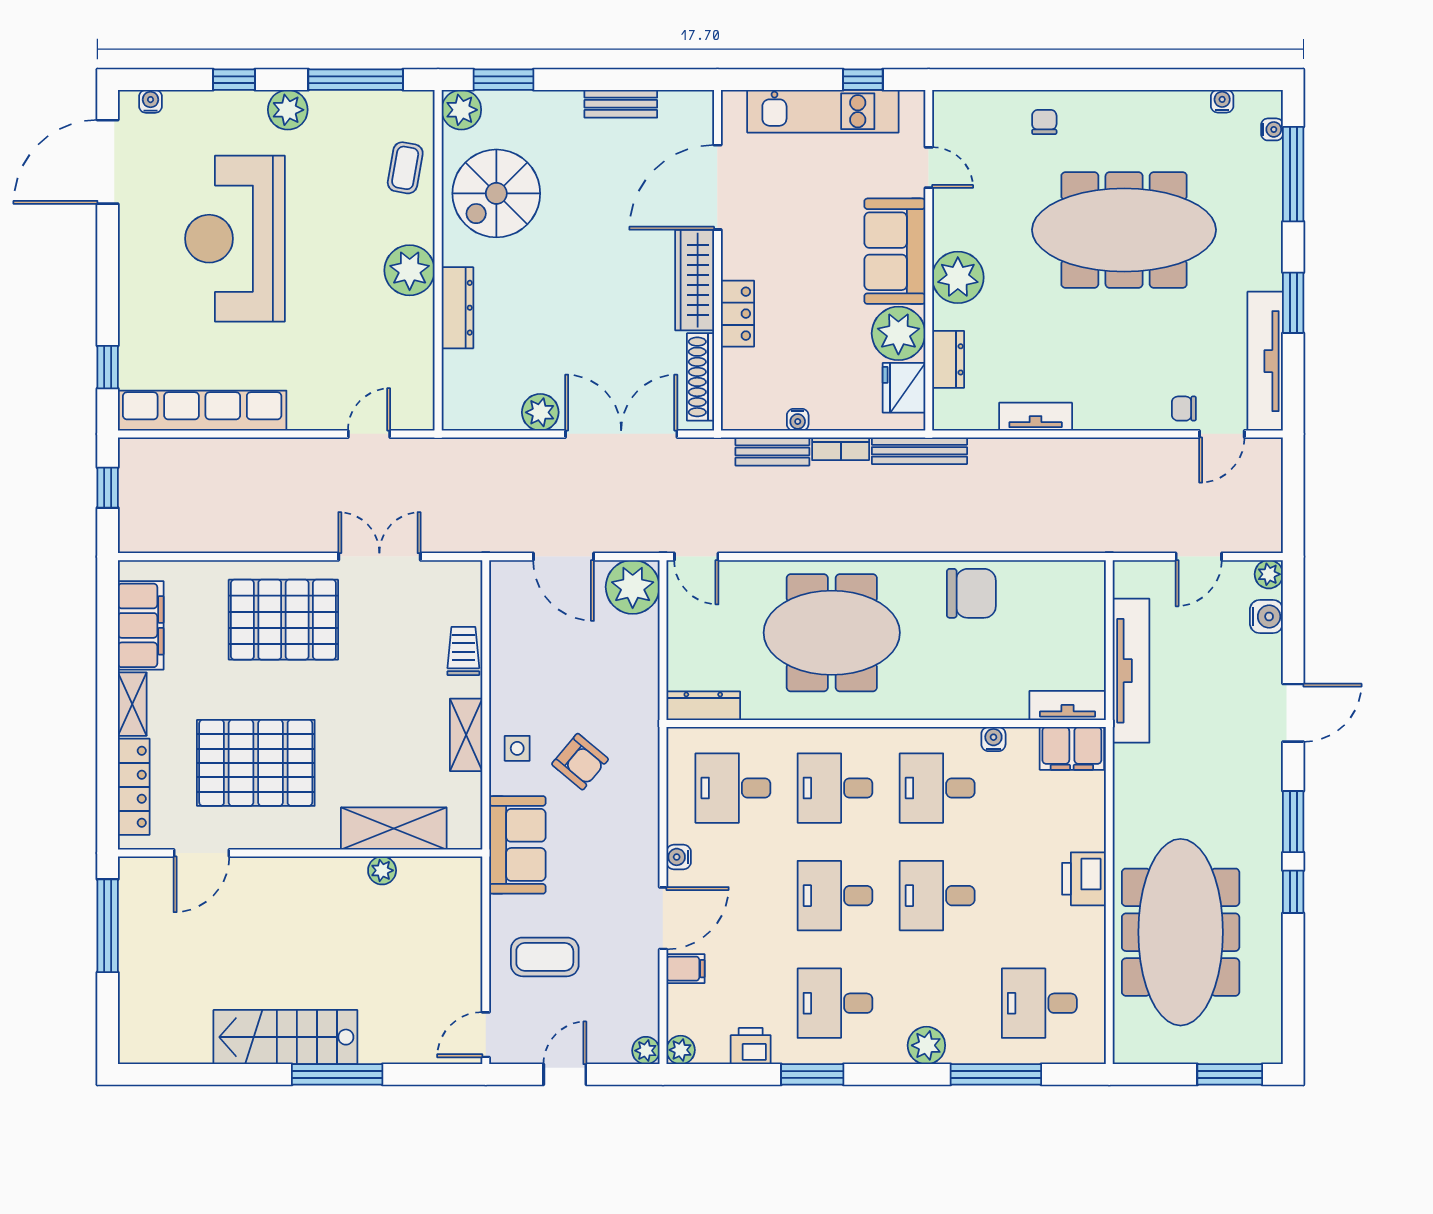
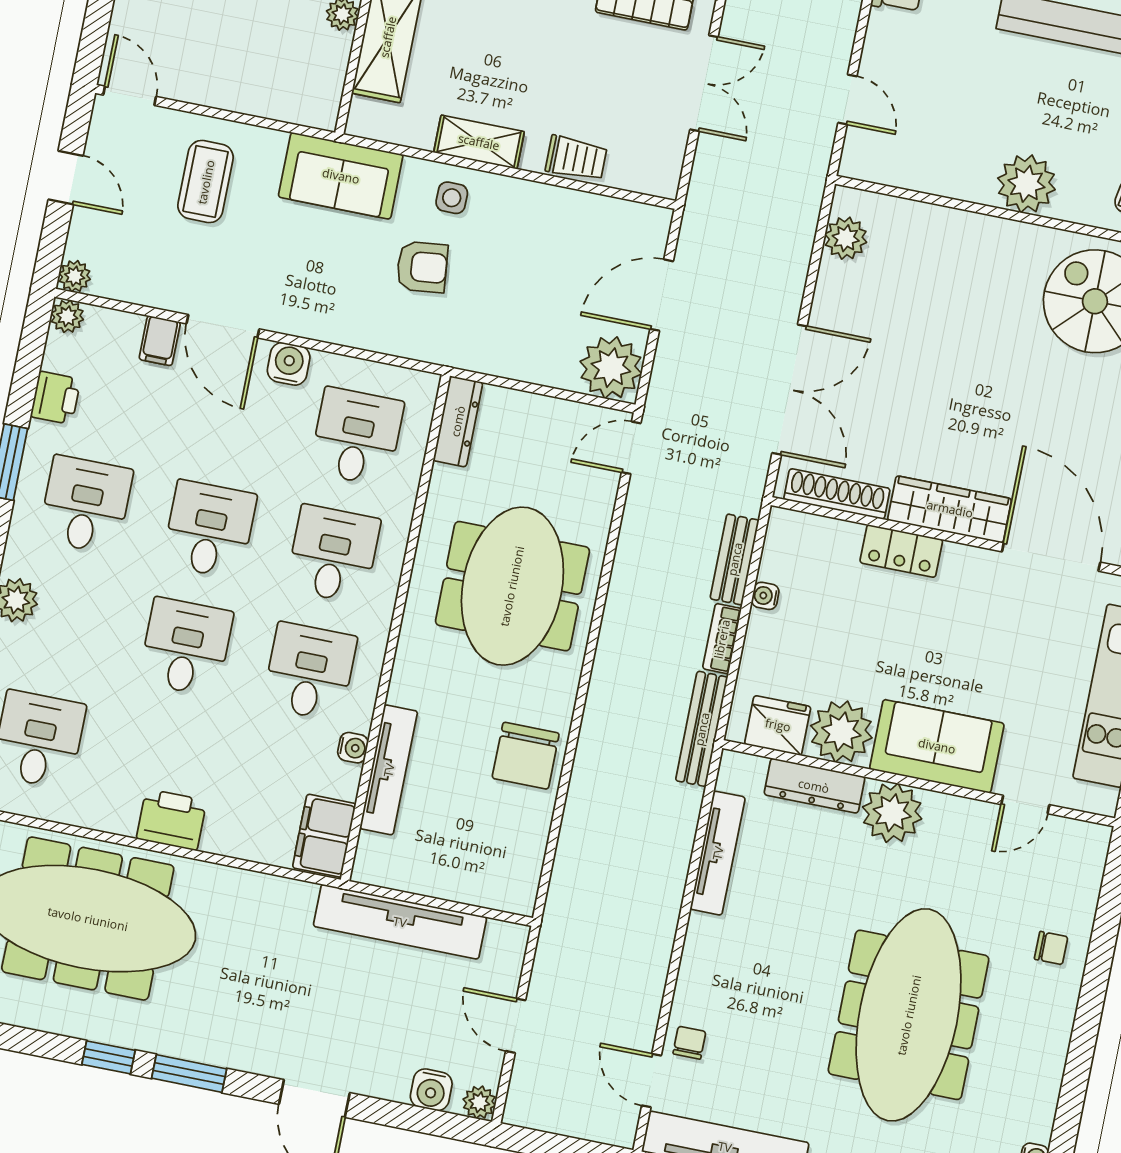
dresser: (457, 308) -> (972, 230), removed
dresser: (948, 359) -> (814, 786), width x1.44
plant: (540, 412) -> (846, 238), moved
tv unit: (1036, 417) -> (718, 853), width x1.41
tv unit: (1068, 706) -> (389, 770), moved, width x1.41
armchair: (580, 762) -> (422, 267), turned -136
water cooler: (679, 857) -> (289, 364), width x1.38, depth x1.38

